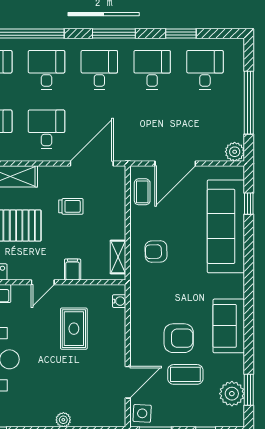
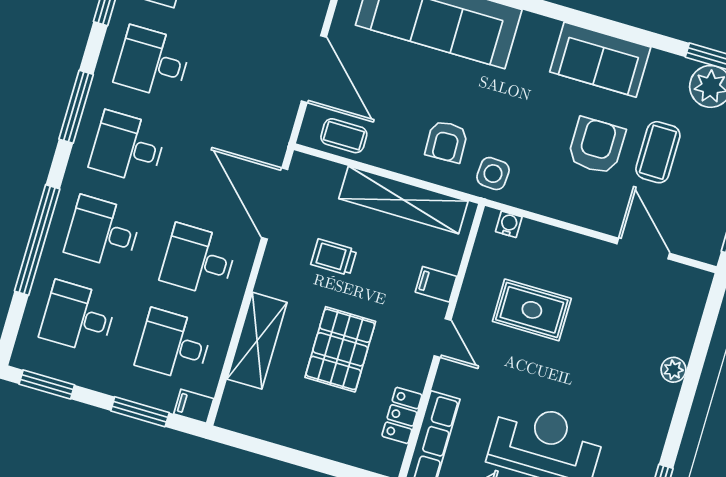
trolley: (71, 206) -> (334, 257), turned -90
shelving: (118, 257) -> (403, 200), width x2.20, depth x1.33
side table: (142, 413) -> (493, 174), moved

